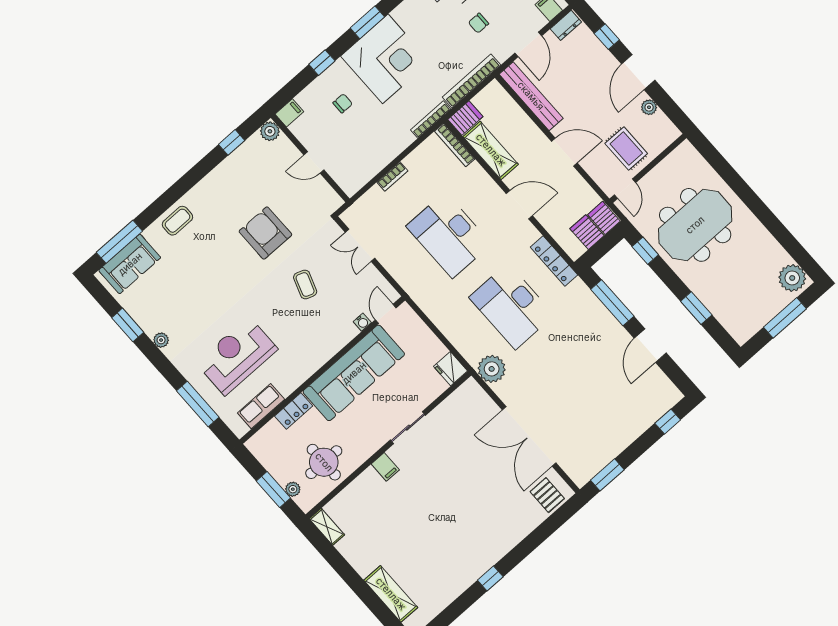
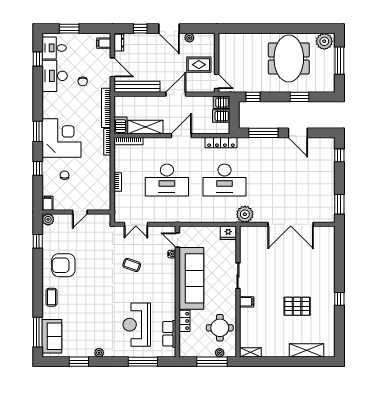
meeting table: (695, 225) -> (289, 59), moved
armchair: (265, 233) -> (63, 265), moved
window: (273, 490) -> (212, 362), width x1.44
pallet: (547, 495) -> (297, 306), moved, width x1.50, depth x1.42

